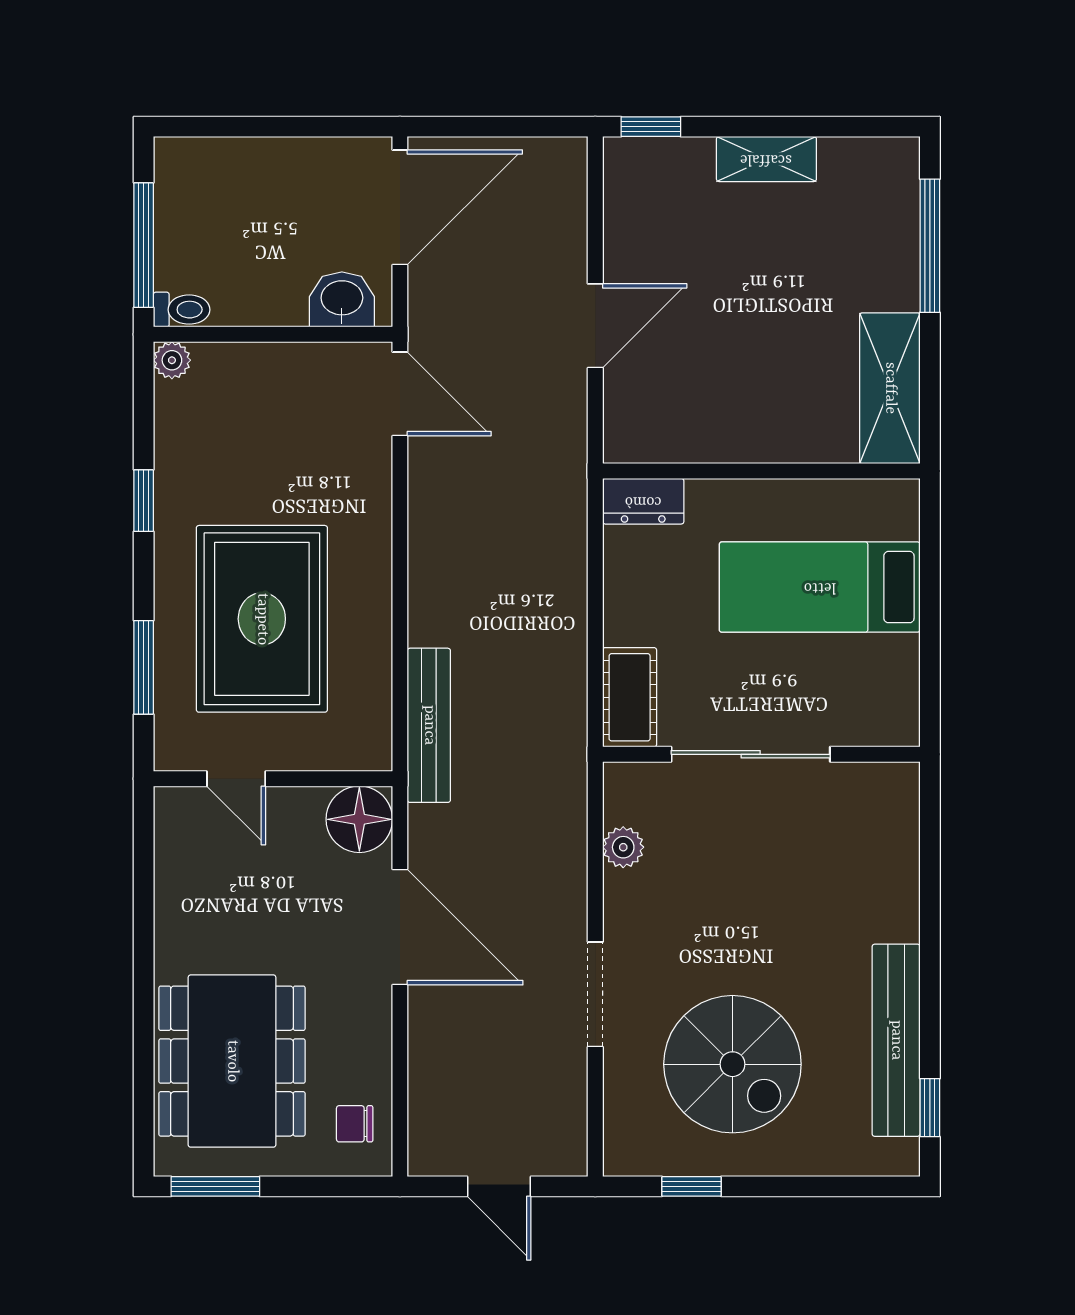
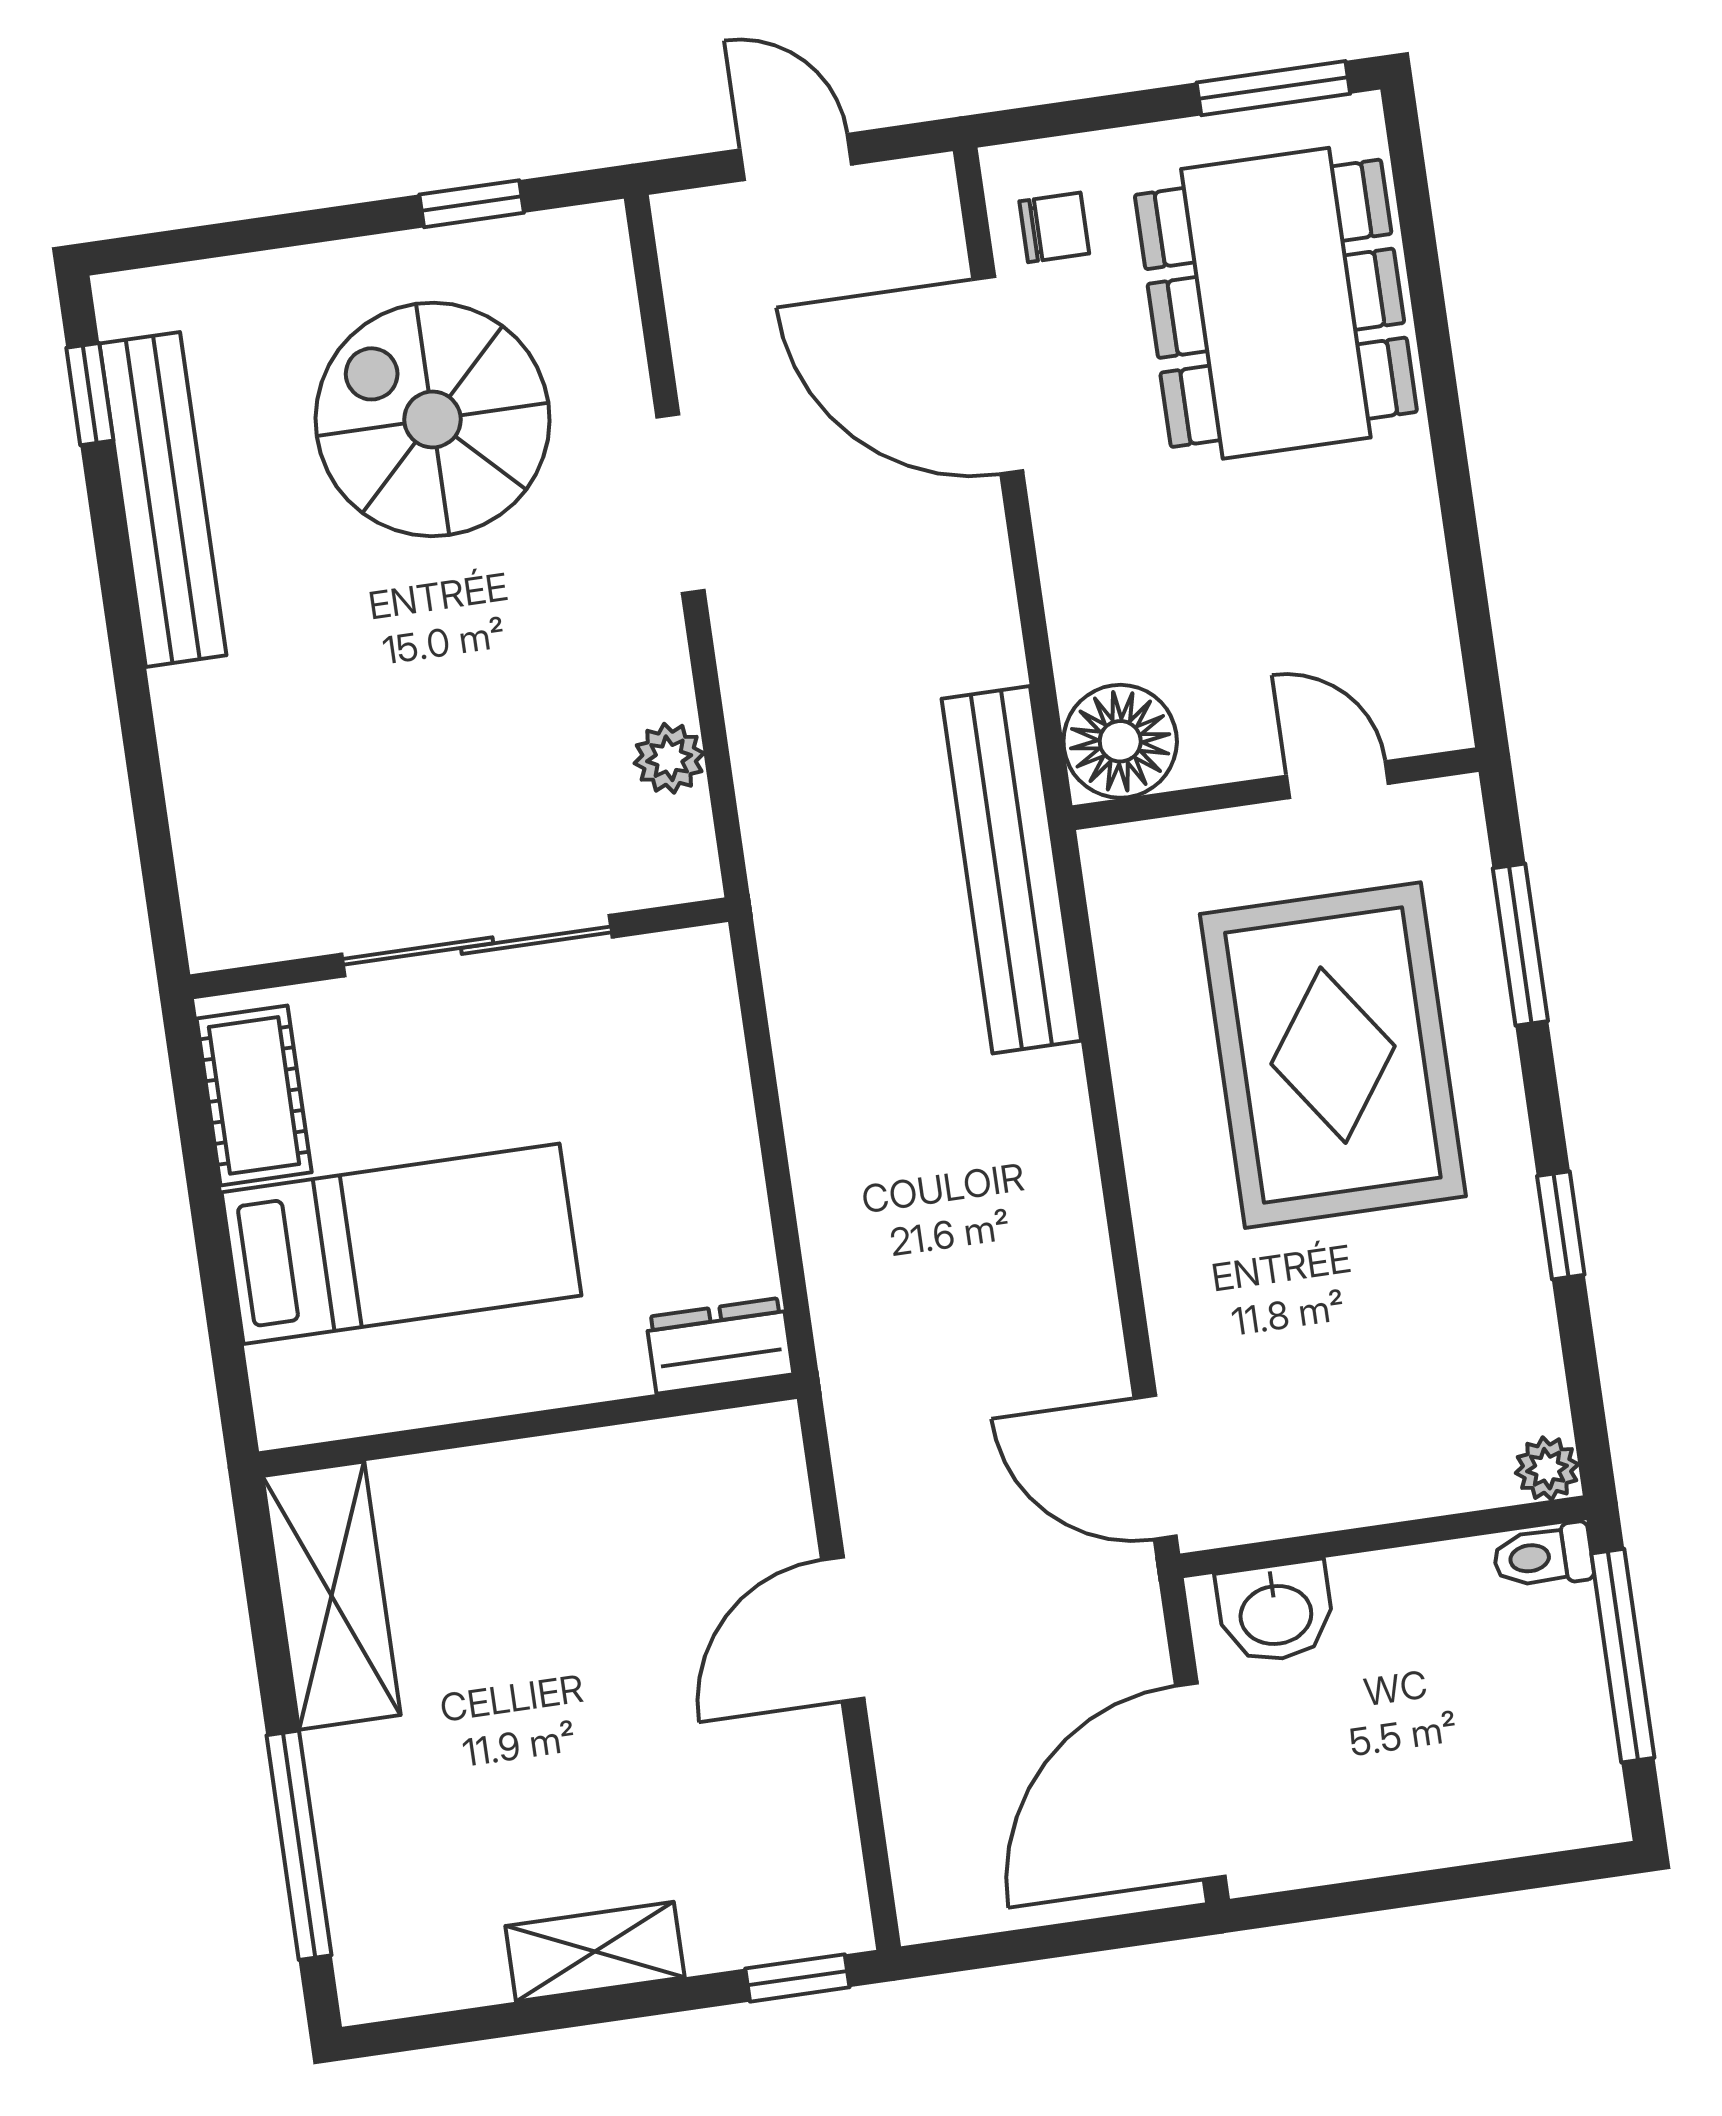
cot: (630, 697) -> (254, 1095), moved
bench: (429, 725) -> (1011, 870), width x1.37, depth x1.21
door: (400, 927) -> (998, 375), moved

